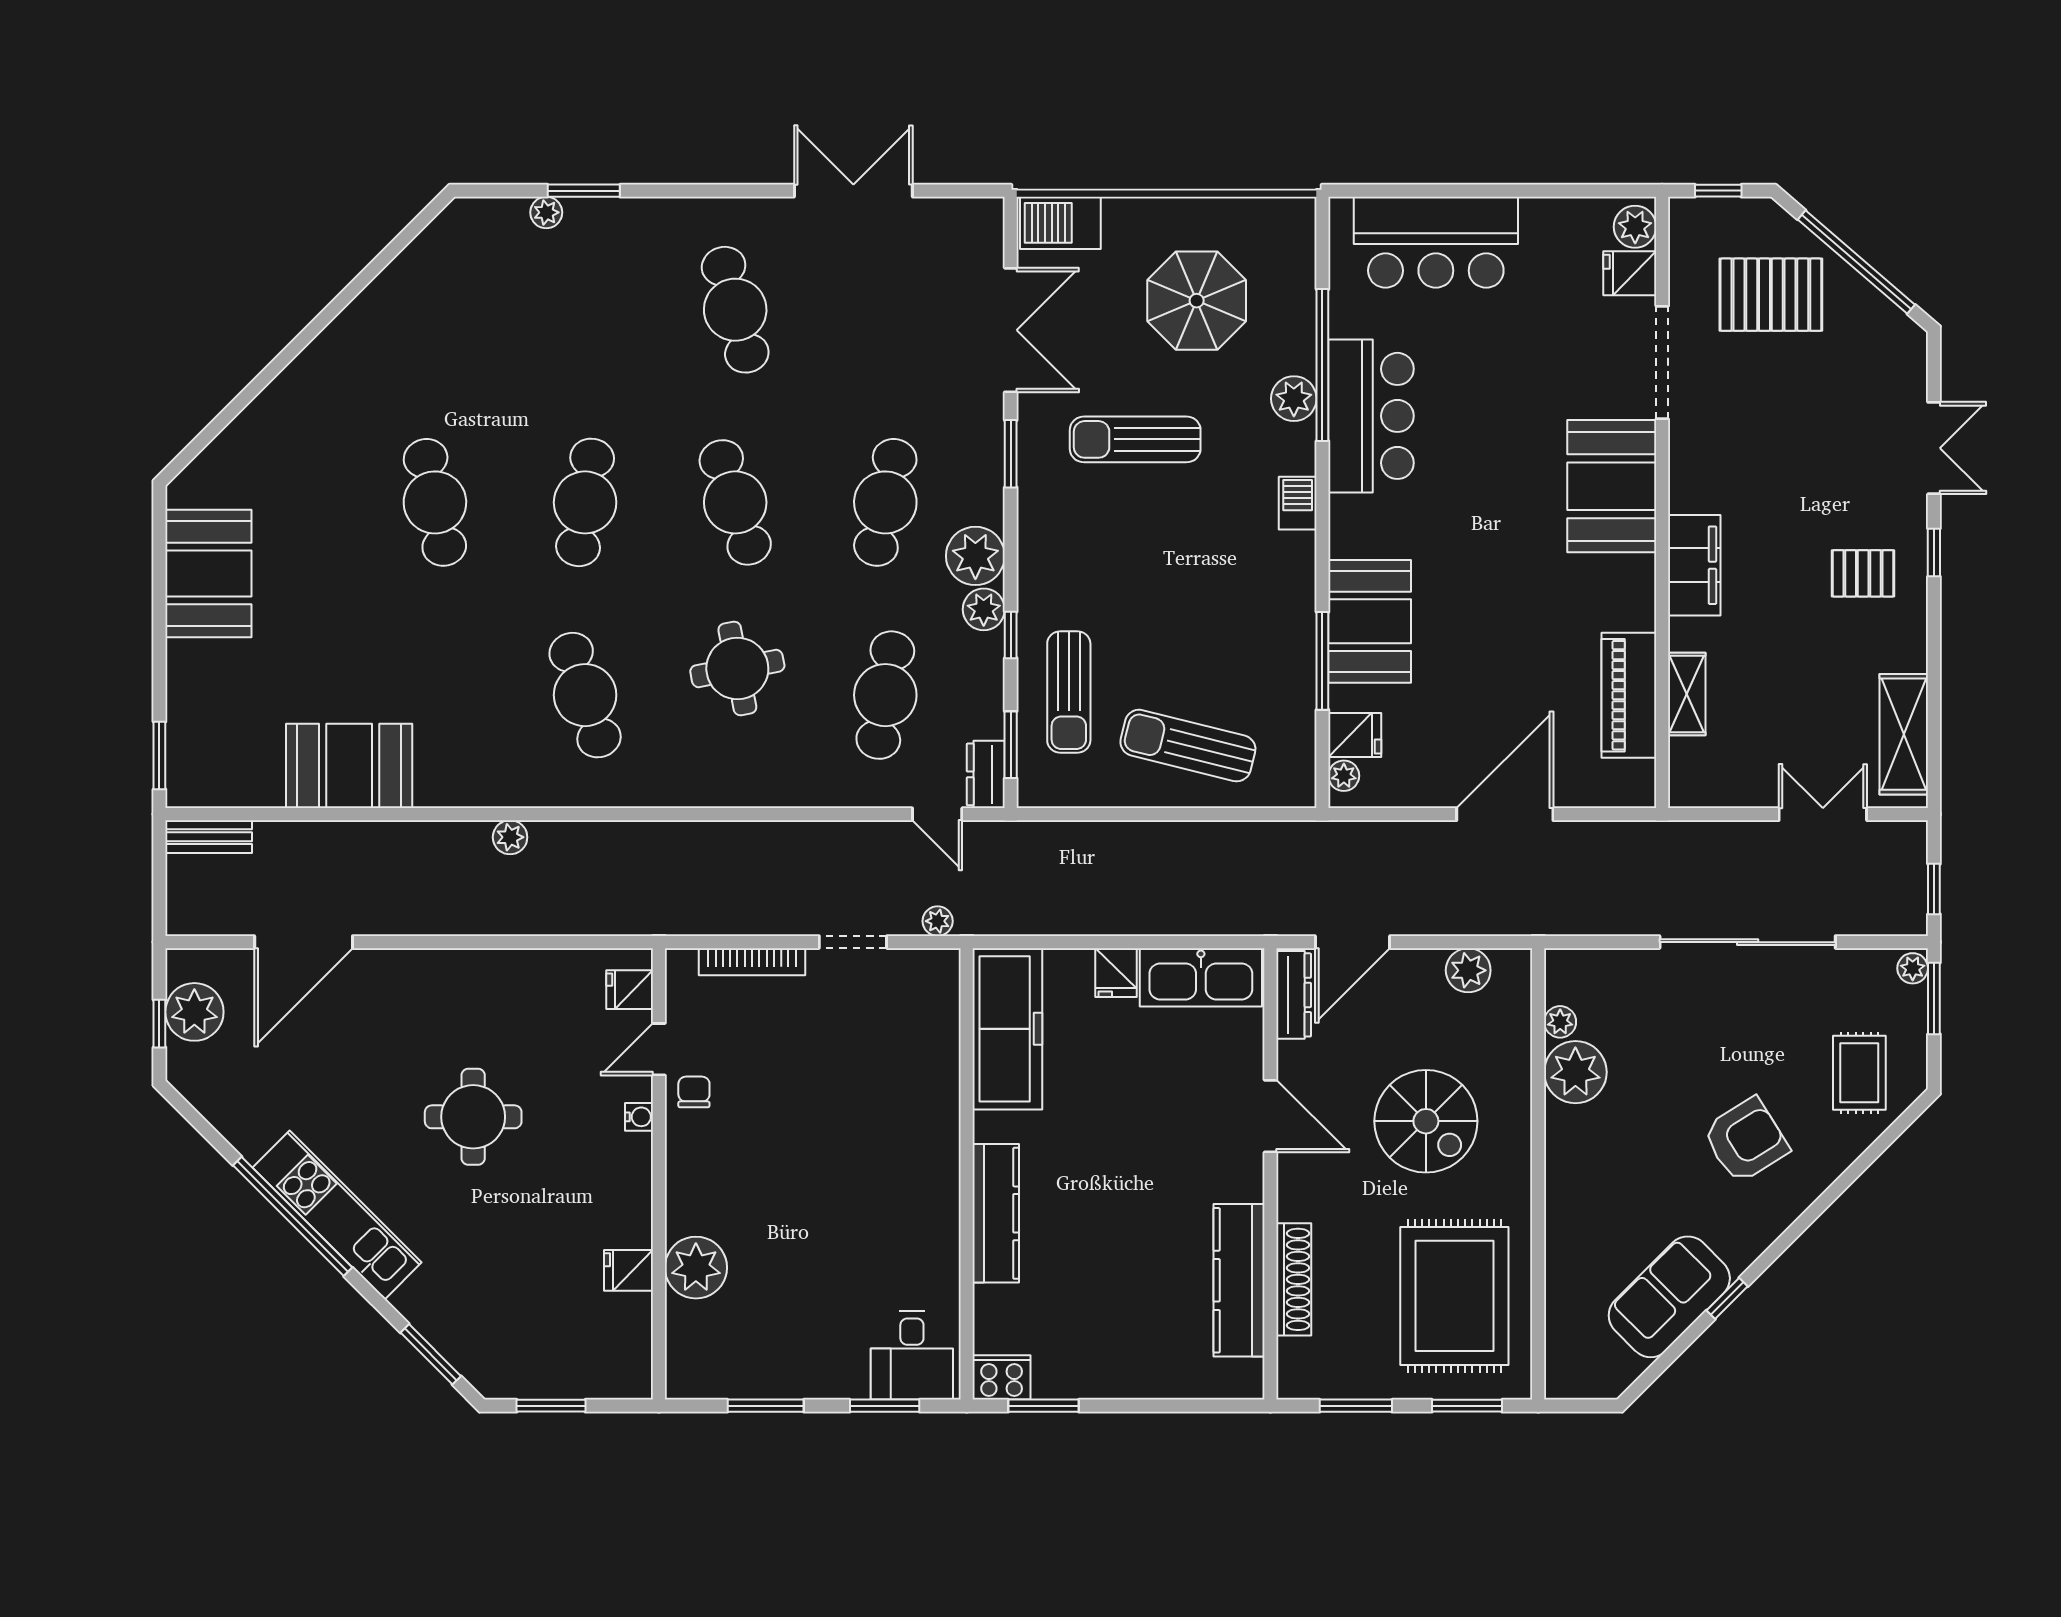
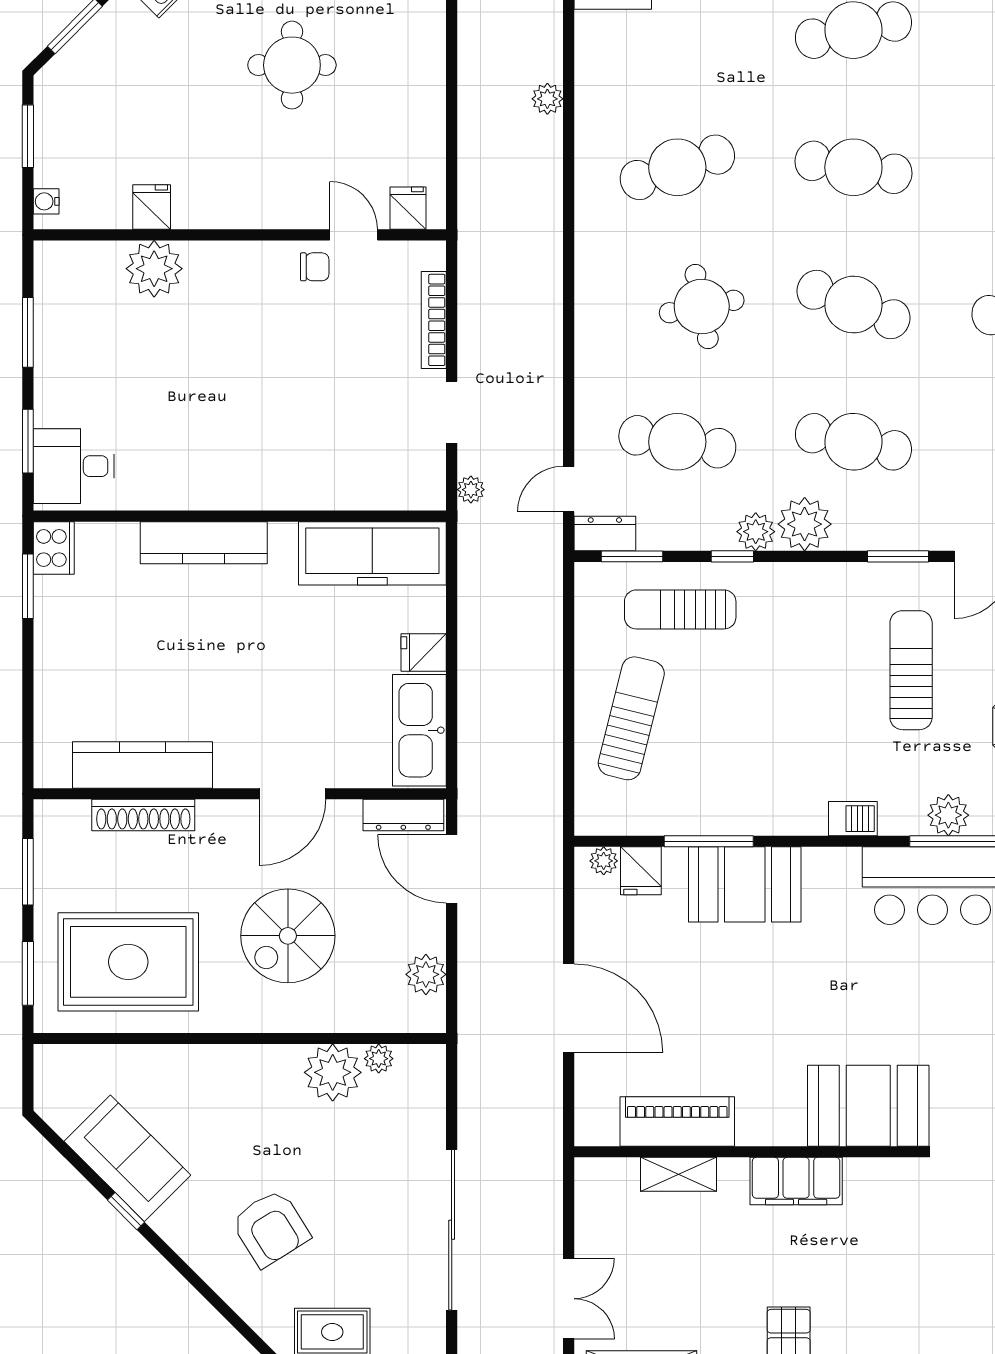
cafe table: (735, 502) -> (853, 305), turned 39
water cooler: (639, 1117) -> (46, 201), moved, turned 90

